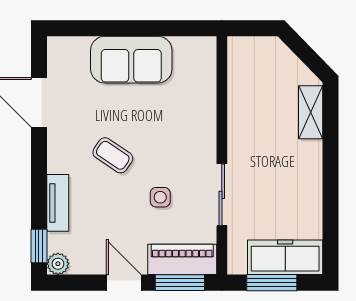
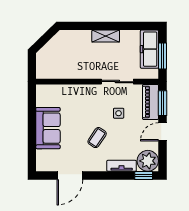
shelving: (311, 112) -> (106, 36), moved
plant: (58, 264) -> (148, 161), width x1.87, depth x1.87

